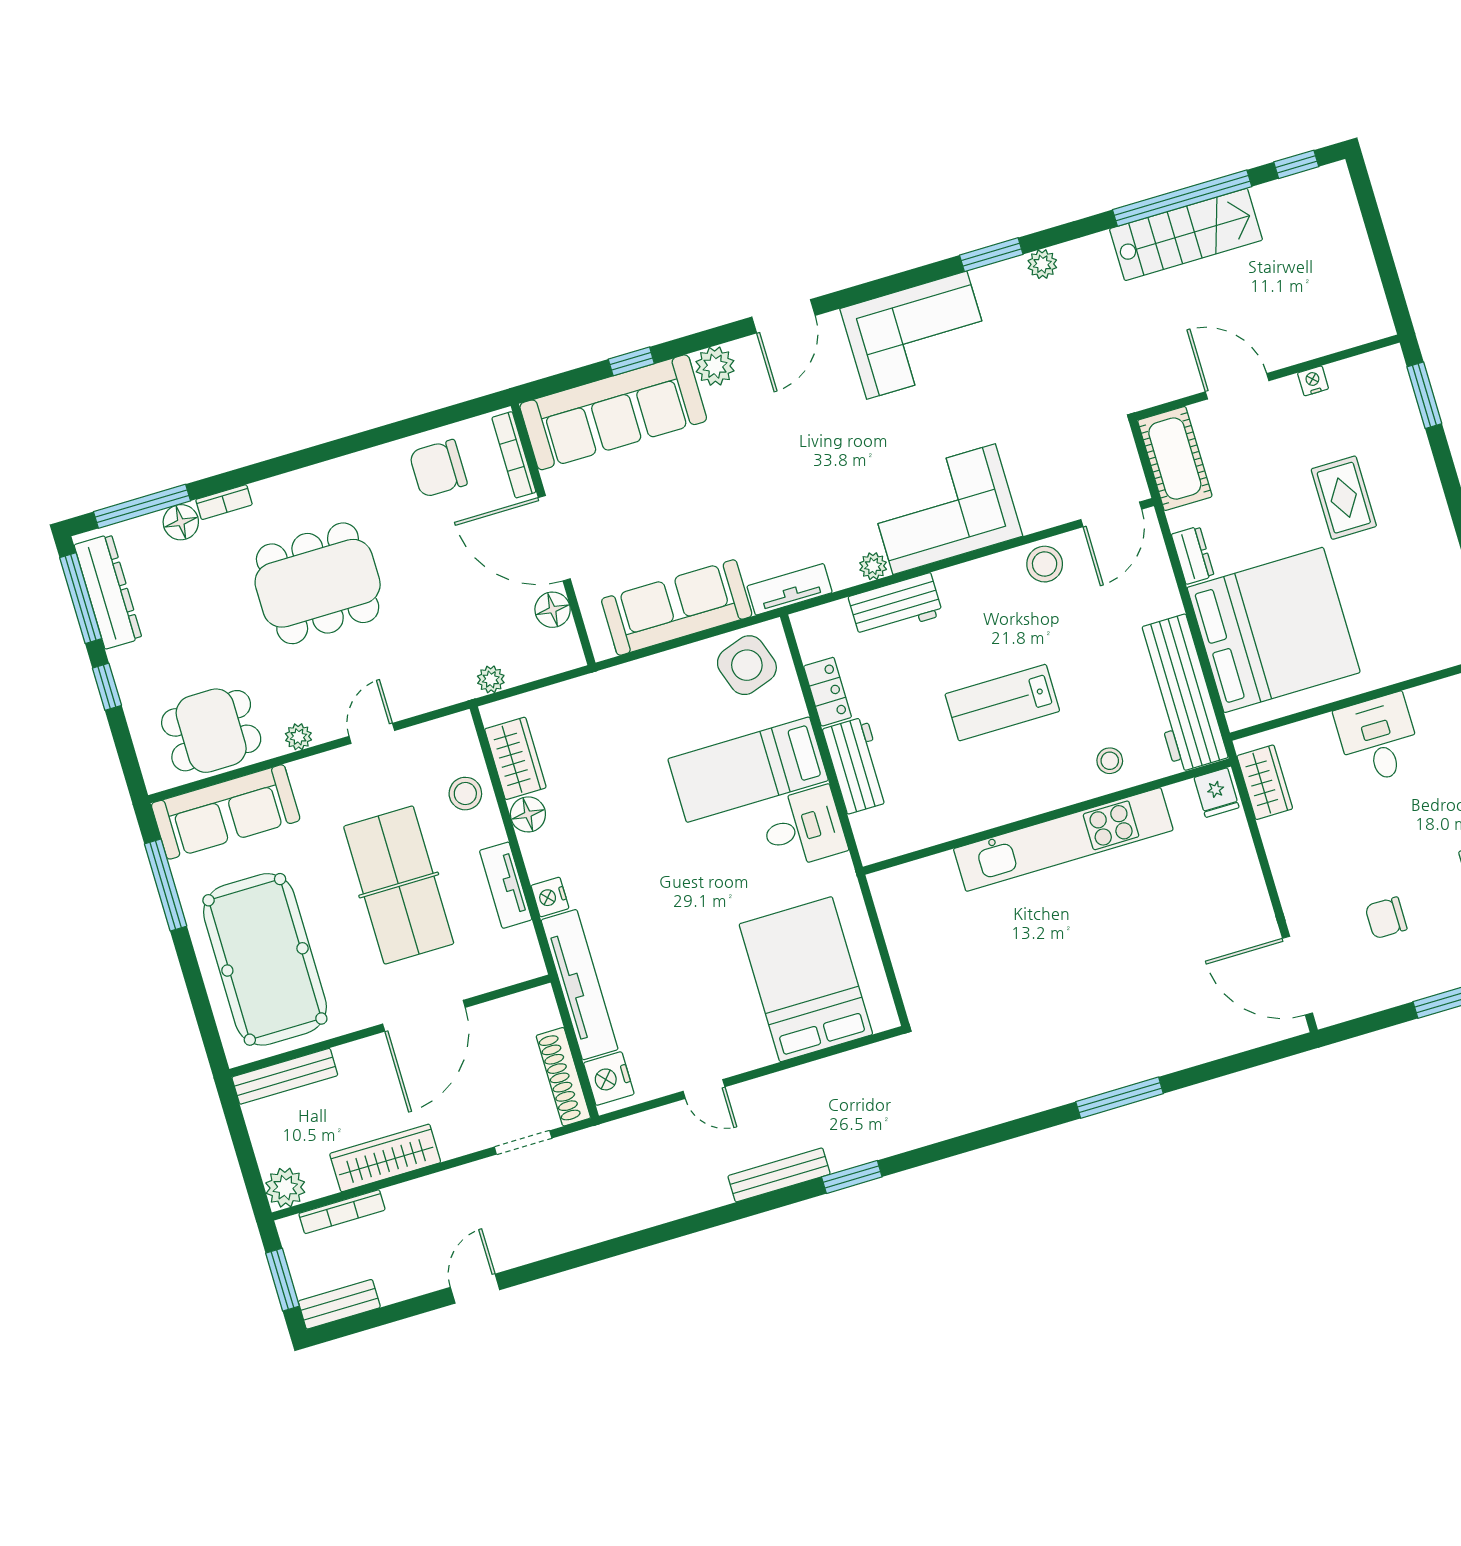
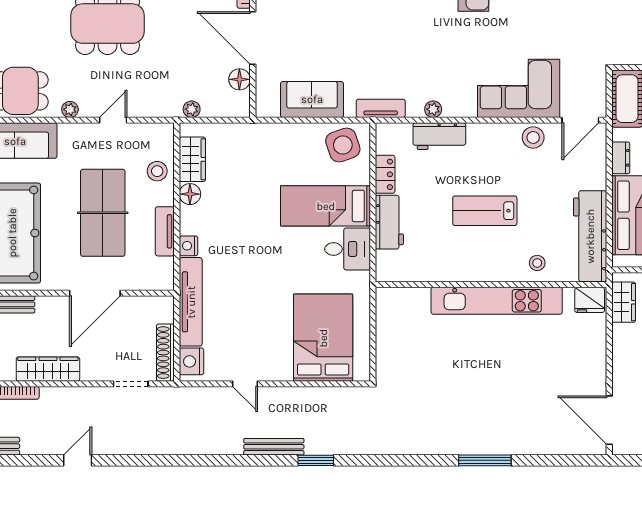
corner sofa: (944, 509) -> (519, 88), moved
sofa: (677, 608) -> (312, 99), width x0.73
fridge: (1217, 793) -> (590, 300), width x1.38

